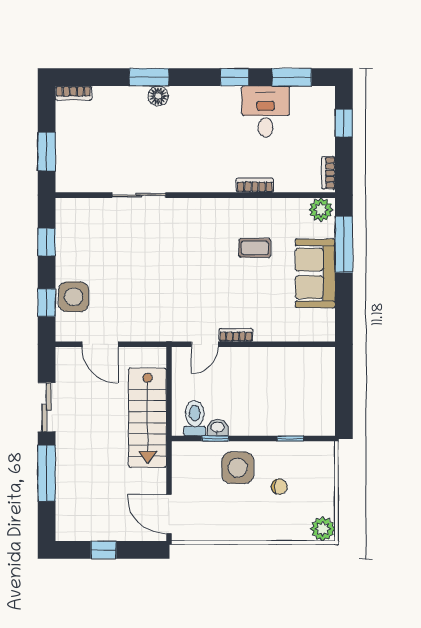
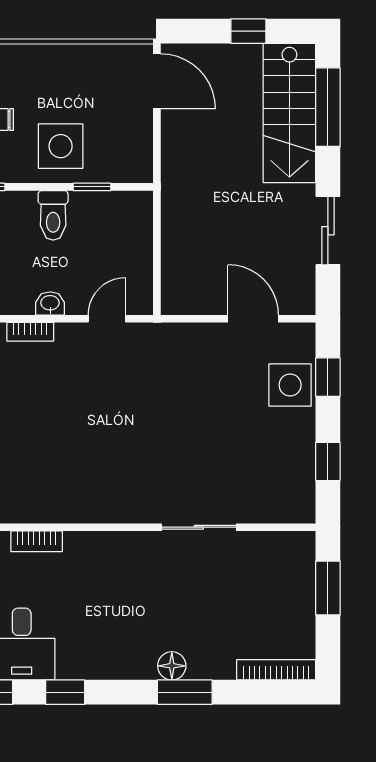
bookcase: (73, 93) -> (276, 670), width x1.56
coffee table: (255, 248) -> (37, 453), removed
bookcase: (236, 335) -> (30, 332), moved
stairs: (147, 418) -> (289, 113), moved, turned 180
toilet: (195, 418) -> (53, 215), moved
washbasin: (218, 428) -> (50, 303), moved, turned 180
window: (47, 473) -> (328, 107), moved

